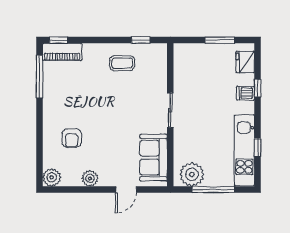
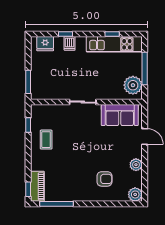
window: (220, 40) -> (28, 82), moved

